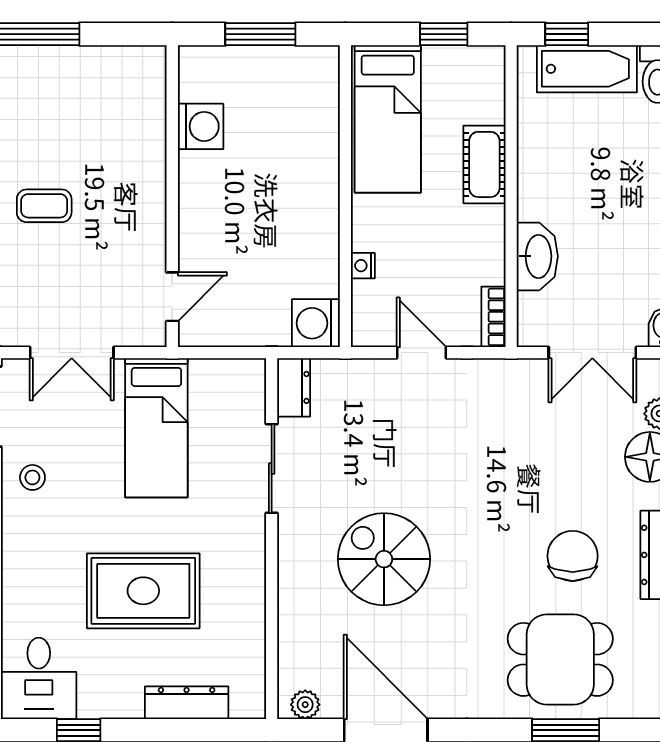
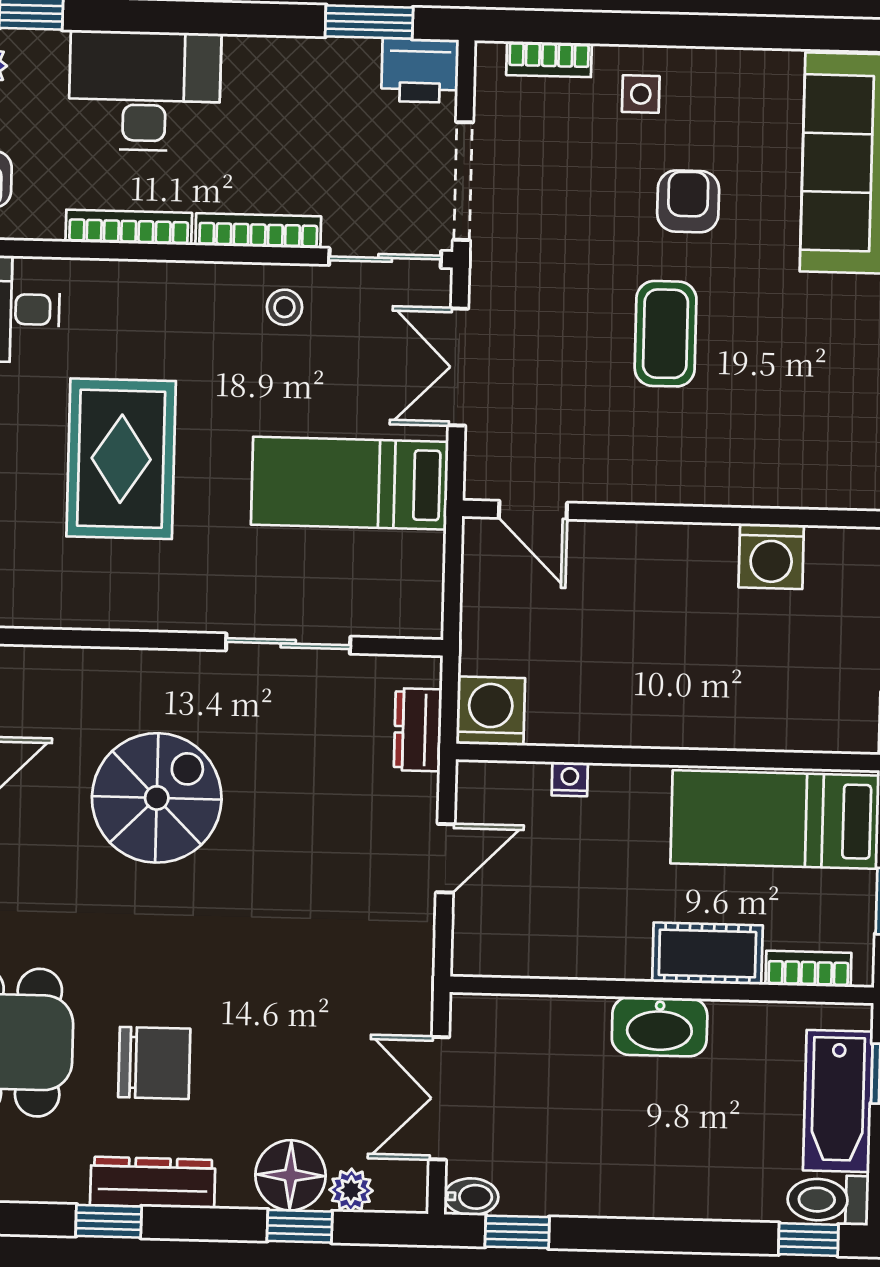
coffee table: (44, 206) -> (666, 334), width x1.36, depth x1.30
washbasin: (537, 256) -> (660, 1027), moved
bookcase: (493, 317) -> (808, 969), moved
dresser: (294, 387) -> (418, 730), moved, turned 90

